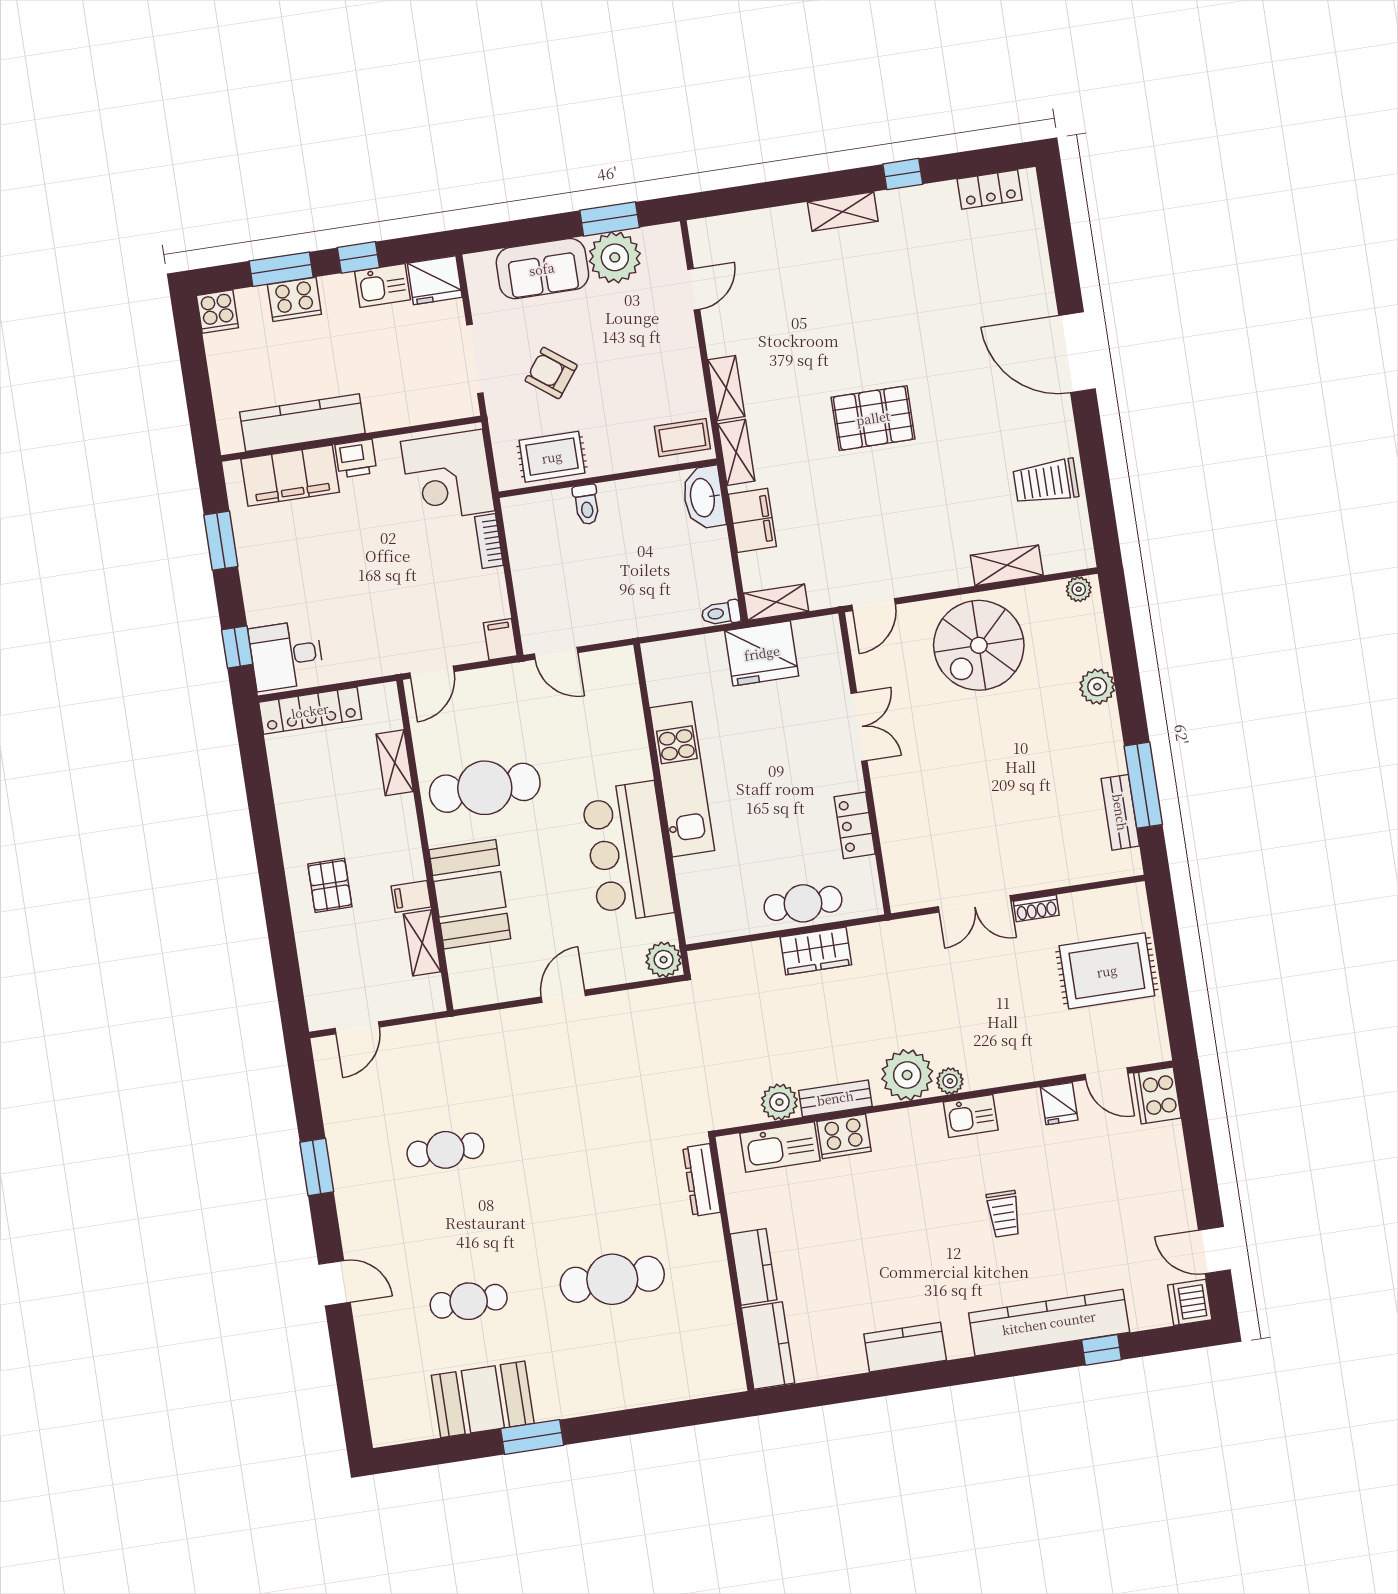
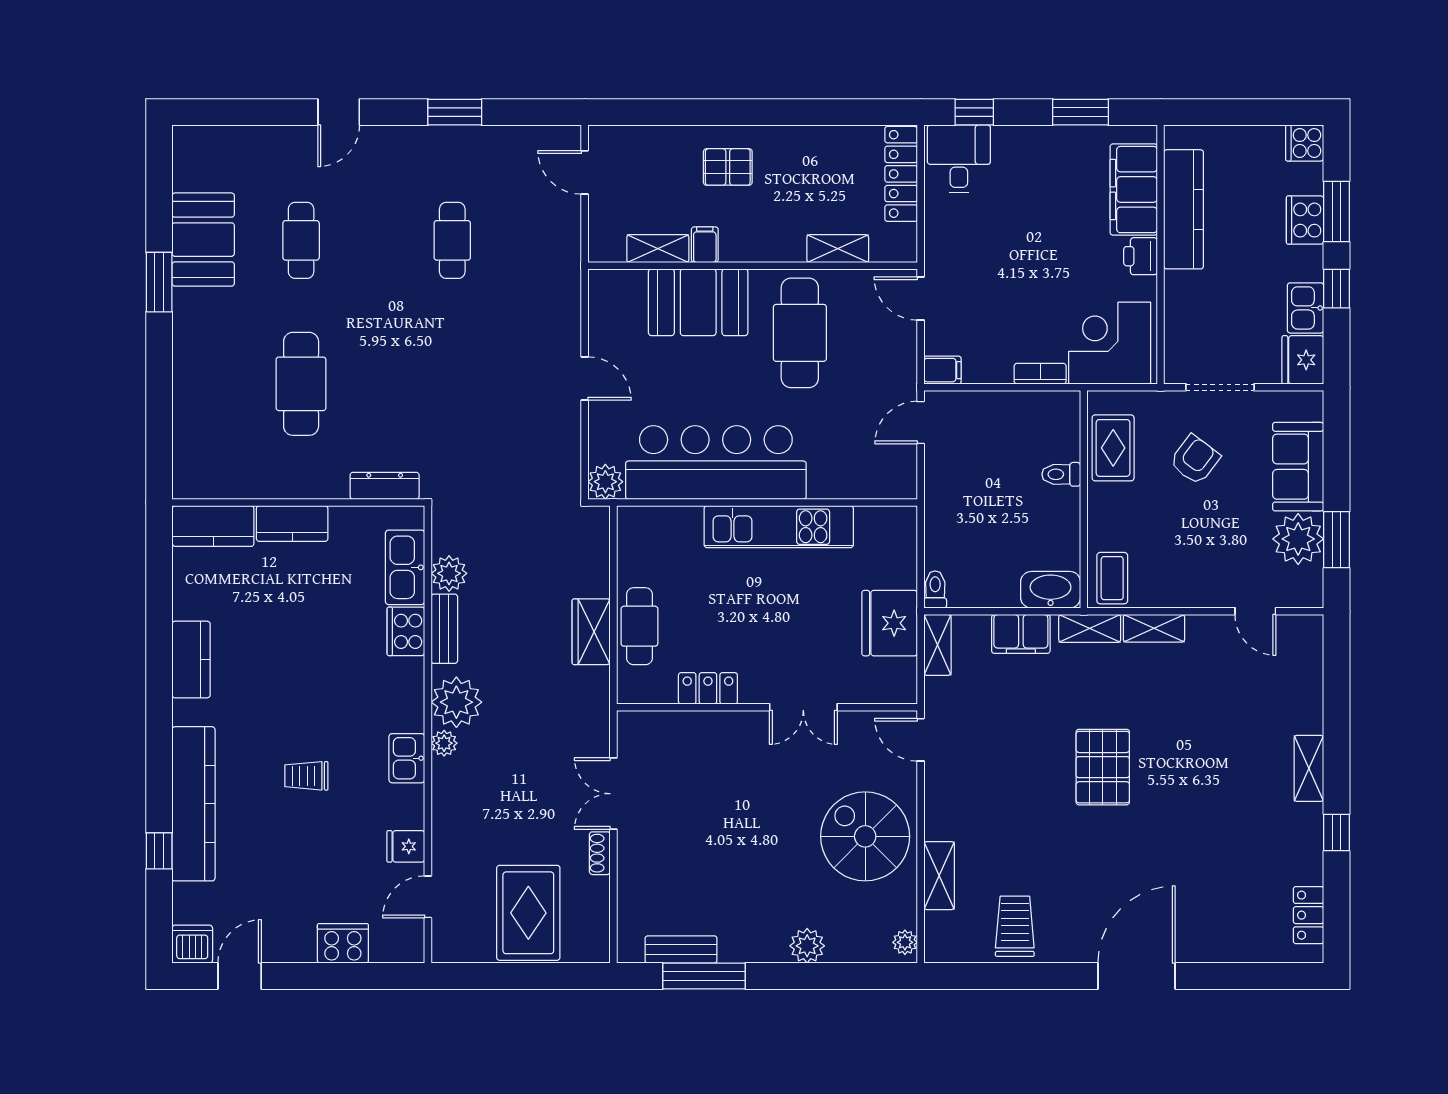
bar counter: (627, 852) -> (716, 462), width x1.36
cooker: (1157, 1095) -> (343, 943), moved

